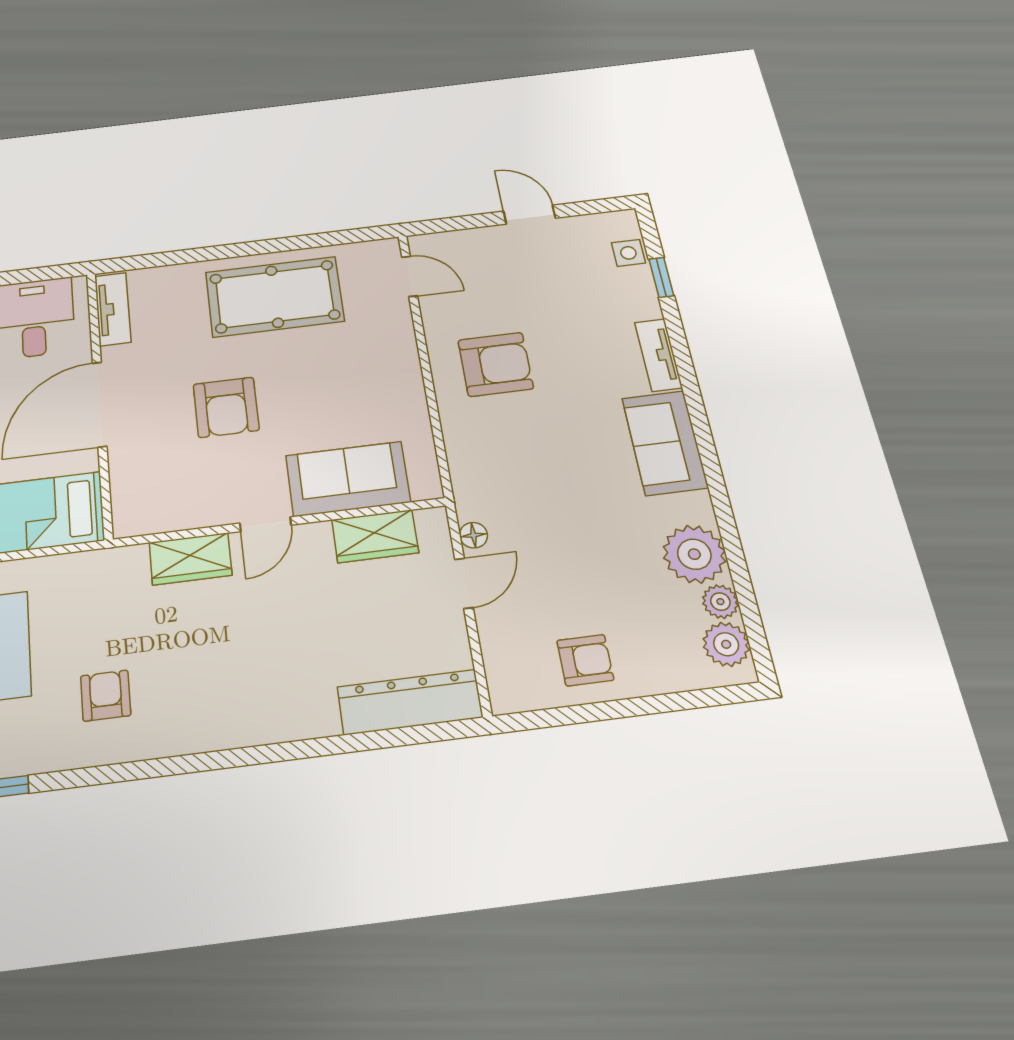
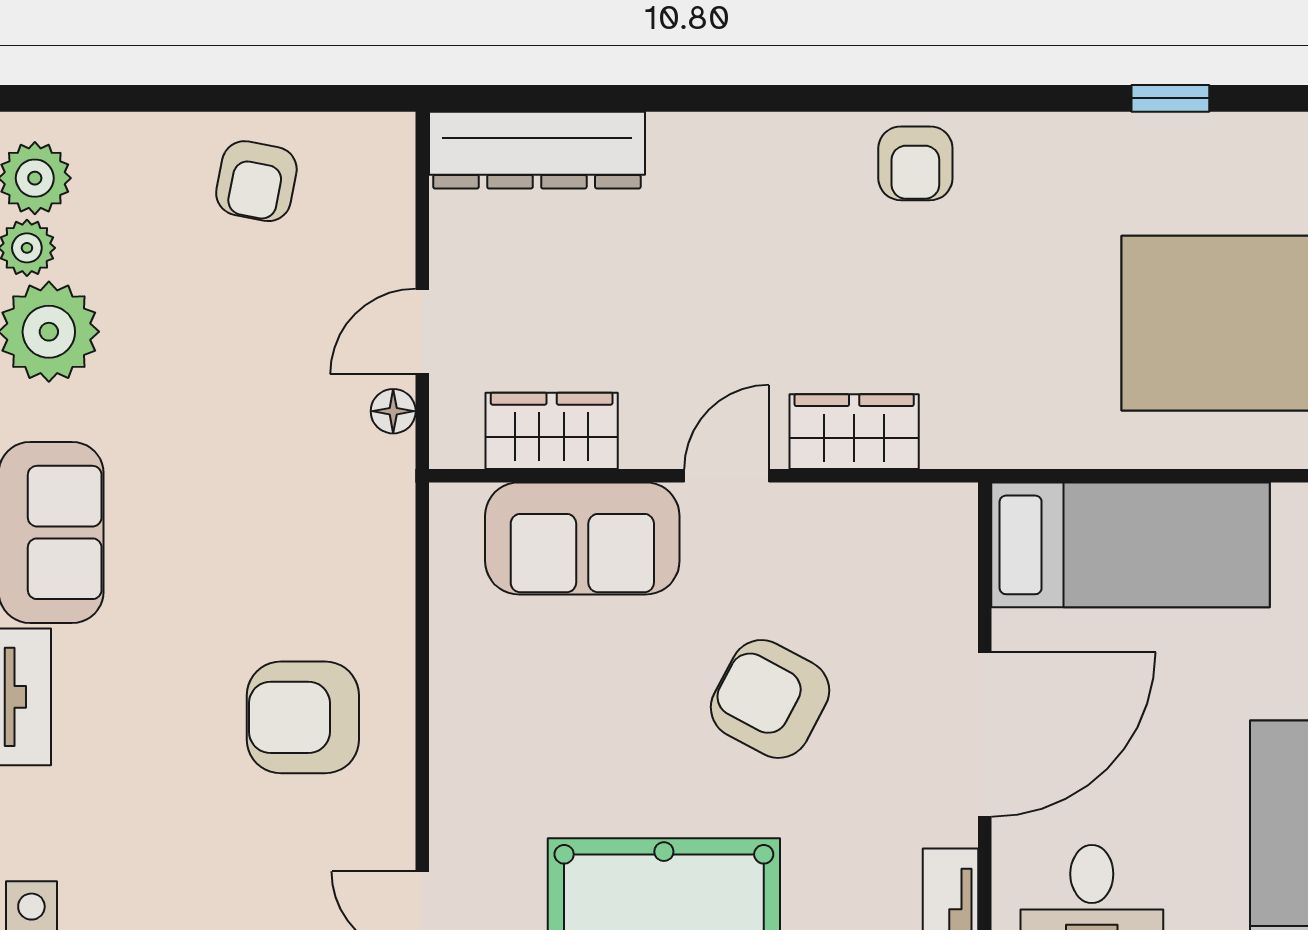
armchair: (226, 407) -> (770, 699), turned -62
armchair: (585, 660) -> (256, 181), turned -79
armchair: (106, 696) -> (915, 163), moved

